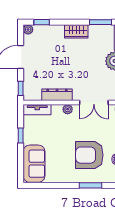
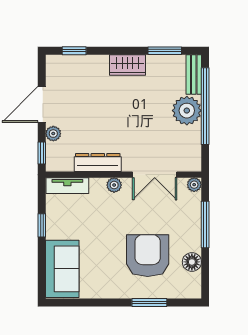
plant: (28, 29) -> (53, 134), moved
armchair: (89, 155) -> (148, 256), turned 90

